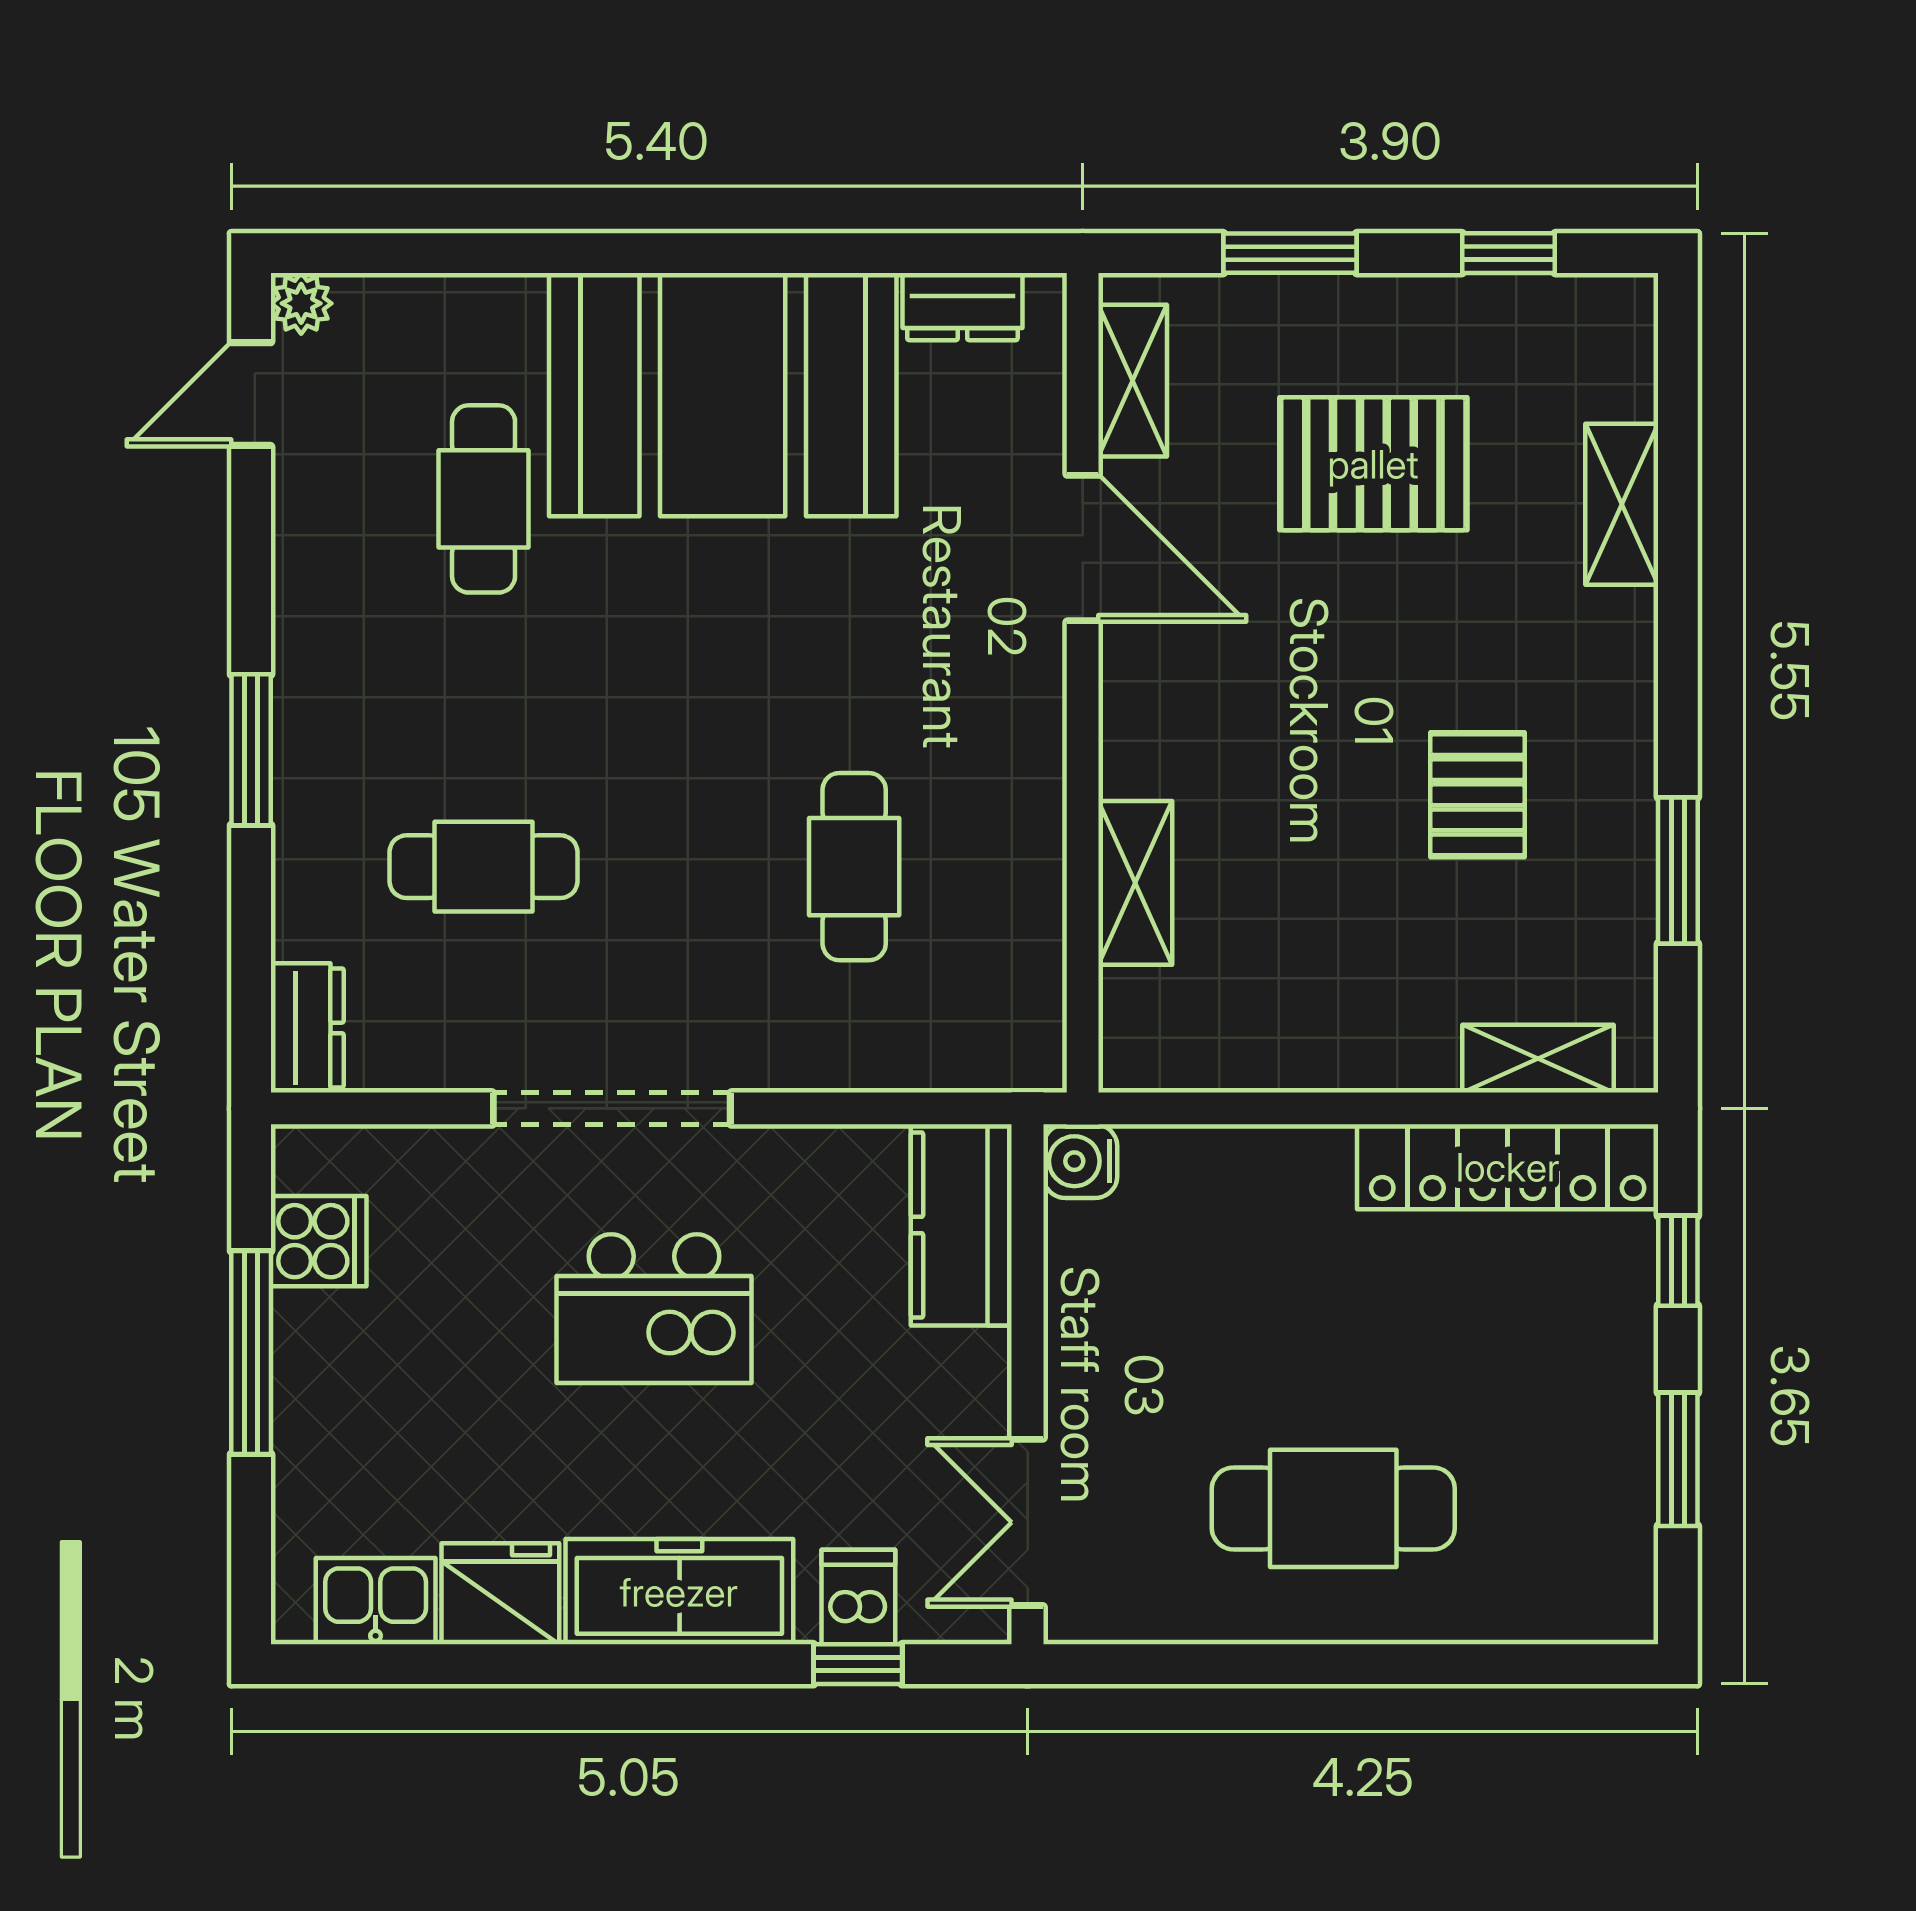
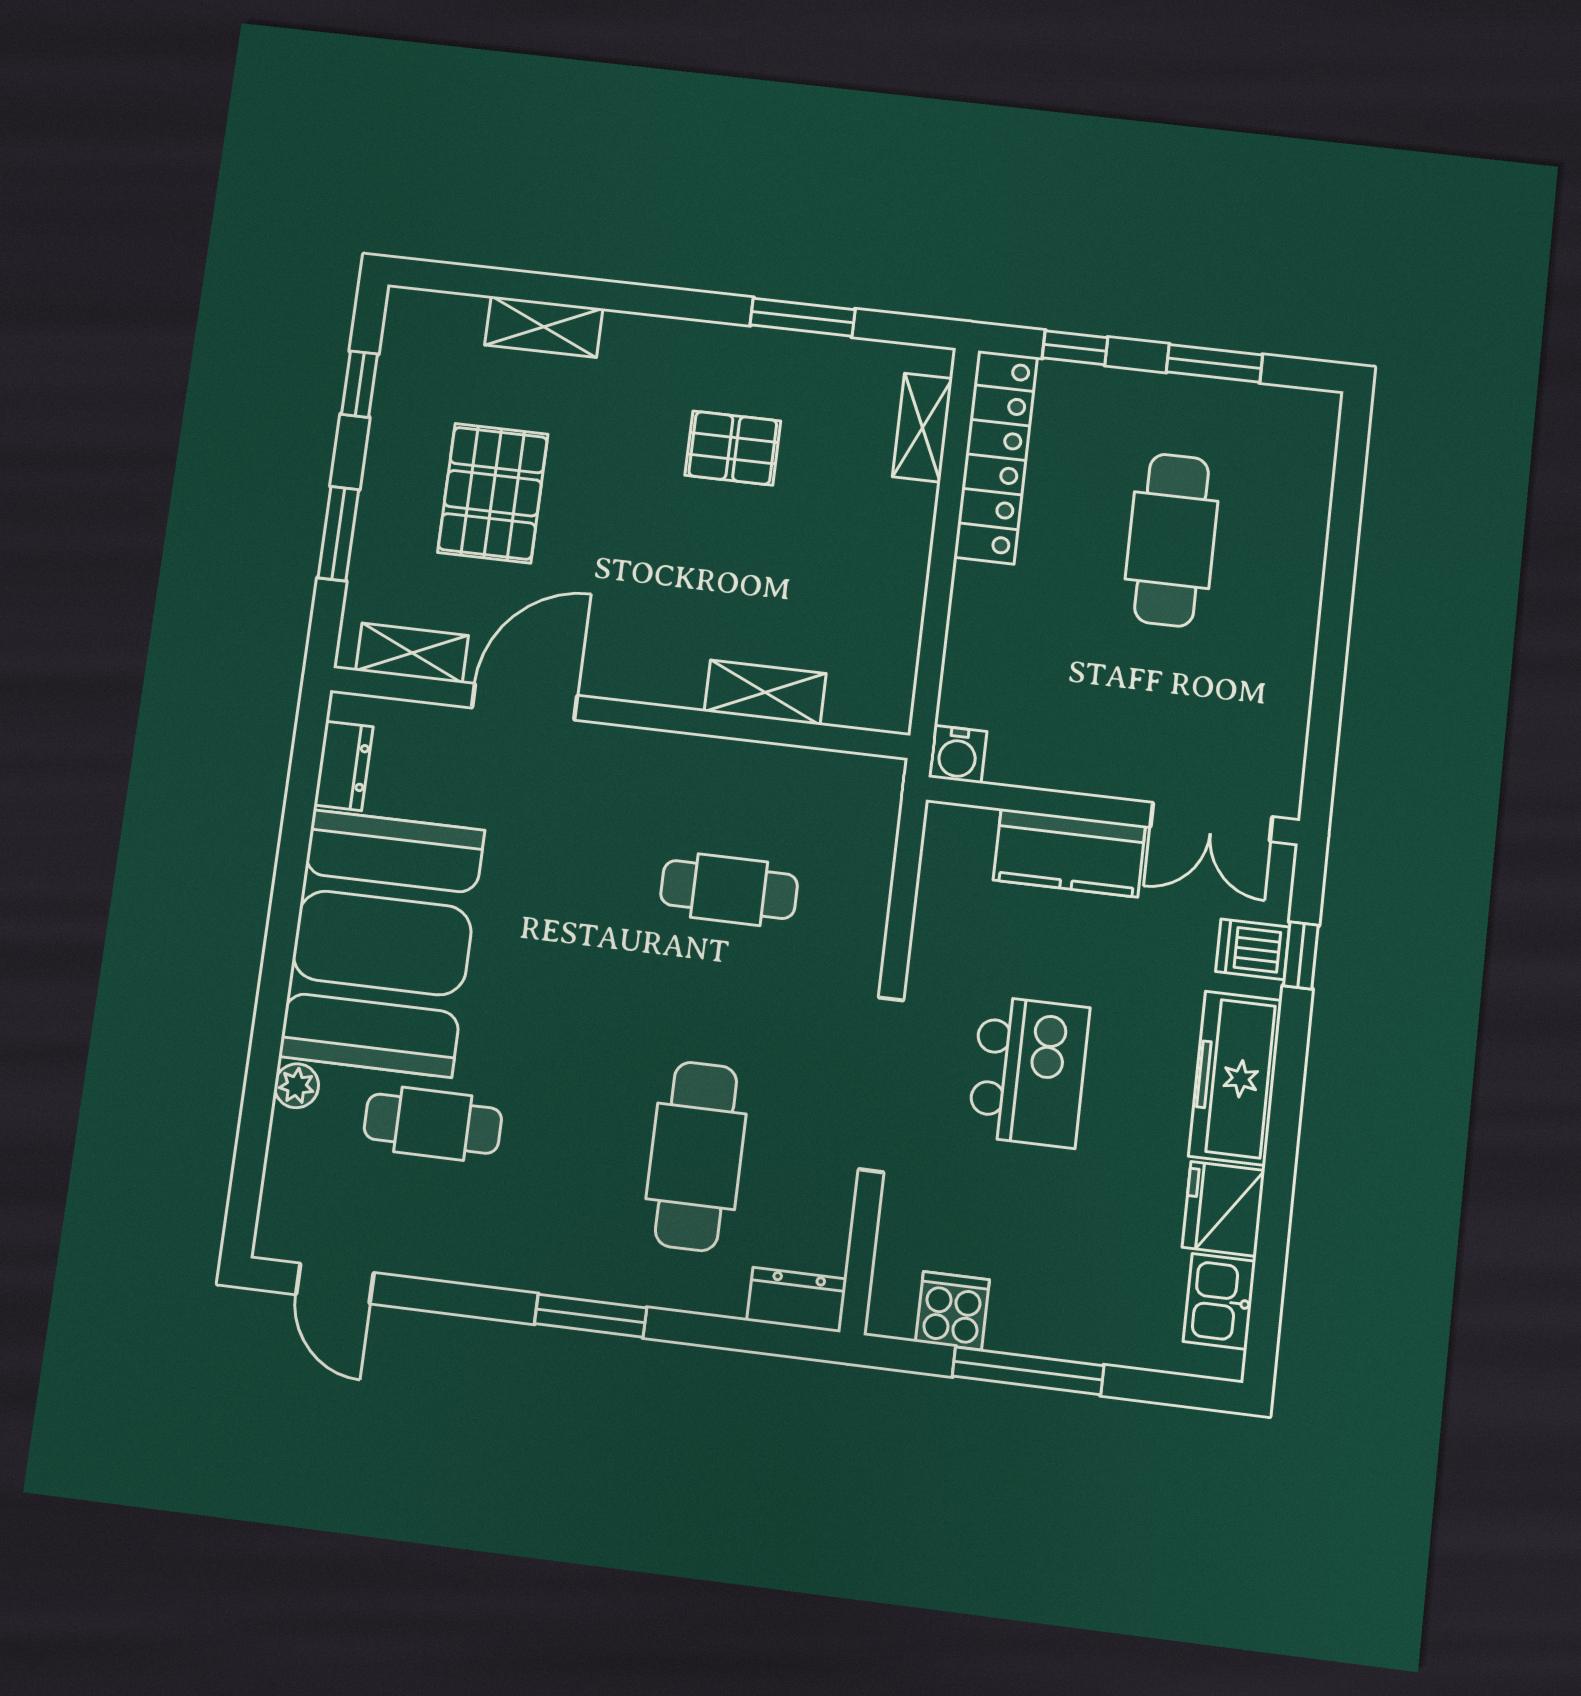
plant: (301, 303) -> (296, 1086), moved
cafe table: (484, 867) -> (696, 1156), width x1.37, depth x1.35
kitchen counter: (961, 1225) -> (1069, 853), moved
cafe table: (1333, 1508) -> (1172, 540), moved

